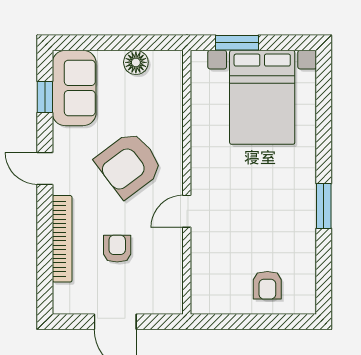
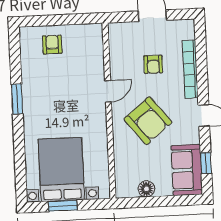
window: (237, 43) -> (63, 206), moved
armchair: (129, 165) -> (148, 121), turned 88

